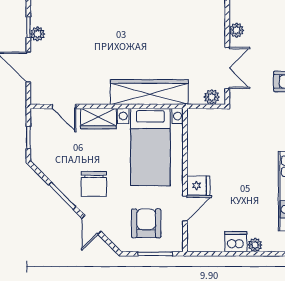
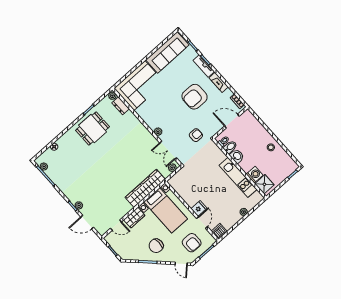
double door: (227, 68) -> (168, 150), swing flipped
chair: (94, 184) -> (156, 246), turned 90
armchair: (146, 223) -> (192, 243), turned 180
door: (91, 225) -> (181, 264), moved
dishwasher: (236, 242) -> (219, 231), moved

